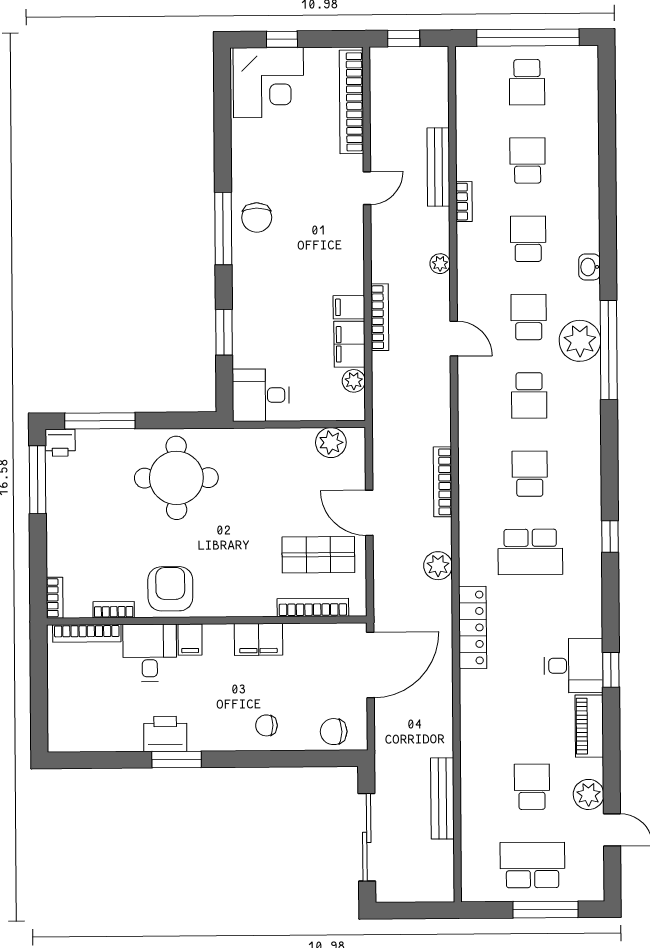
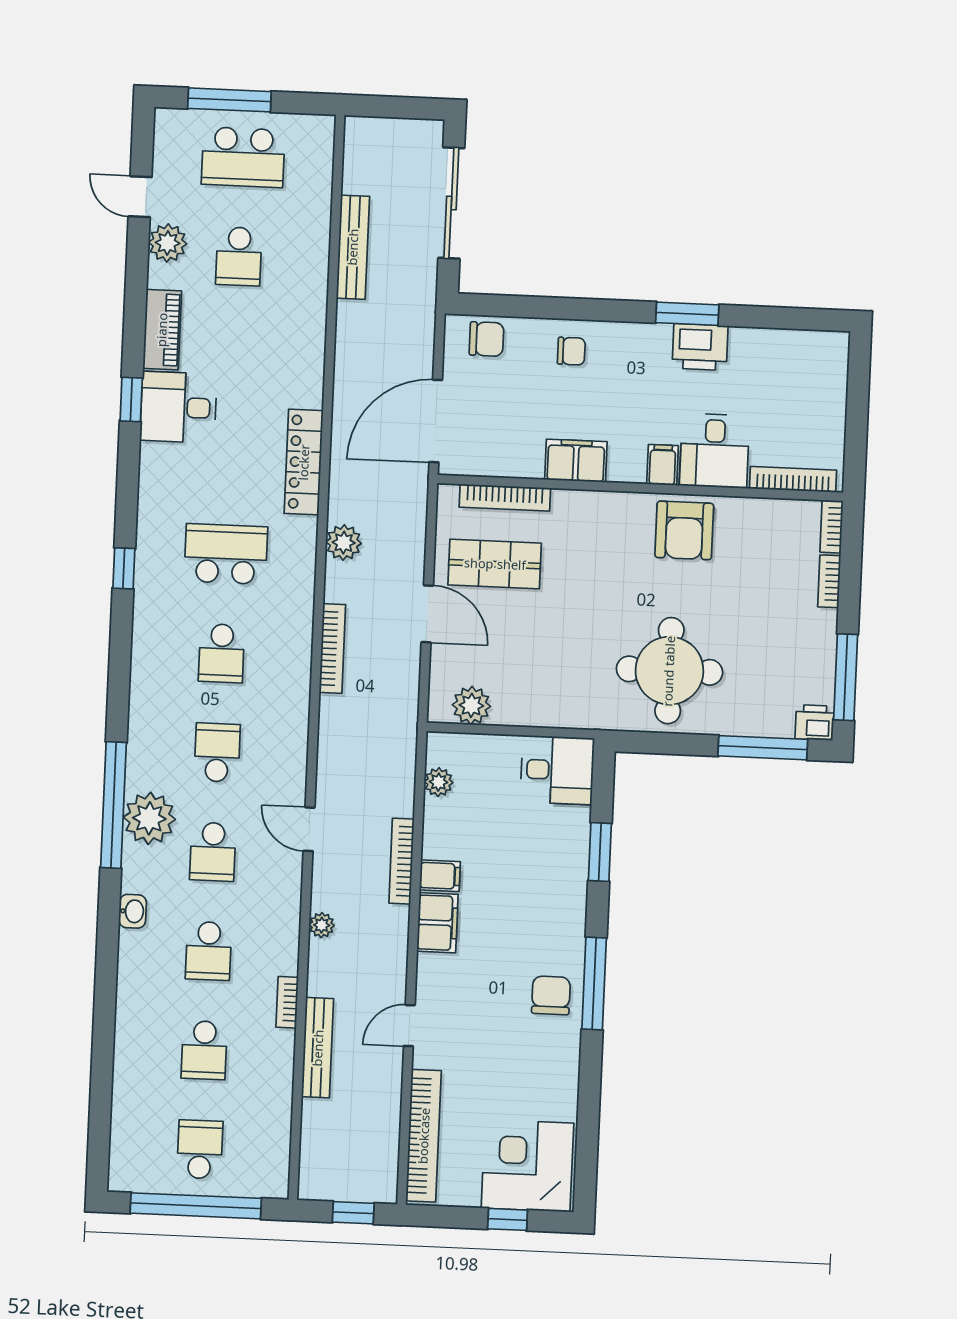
filing cabinet: (349, 344) -> (437, 923), moved
bookcase: (114, 610) -> (829, 581), moved, turned 90

